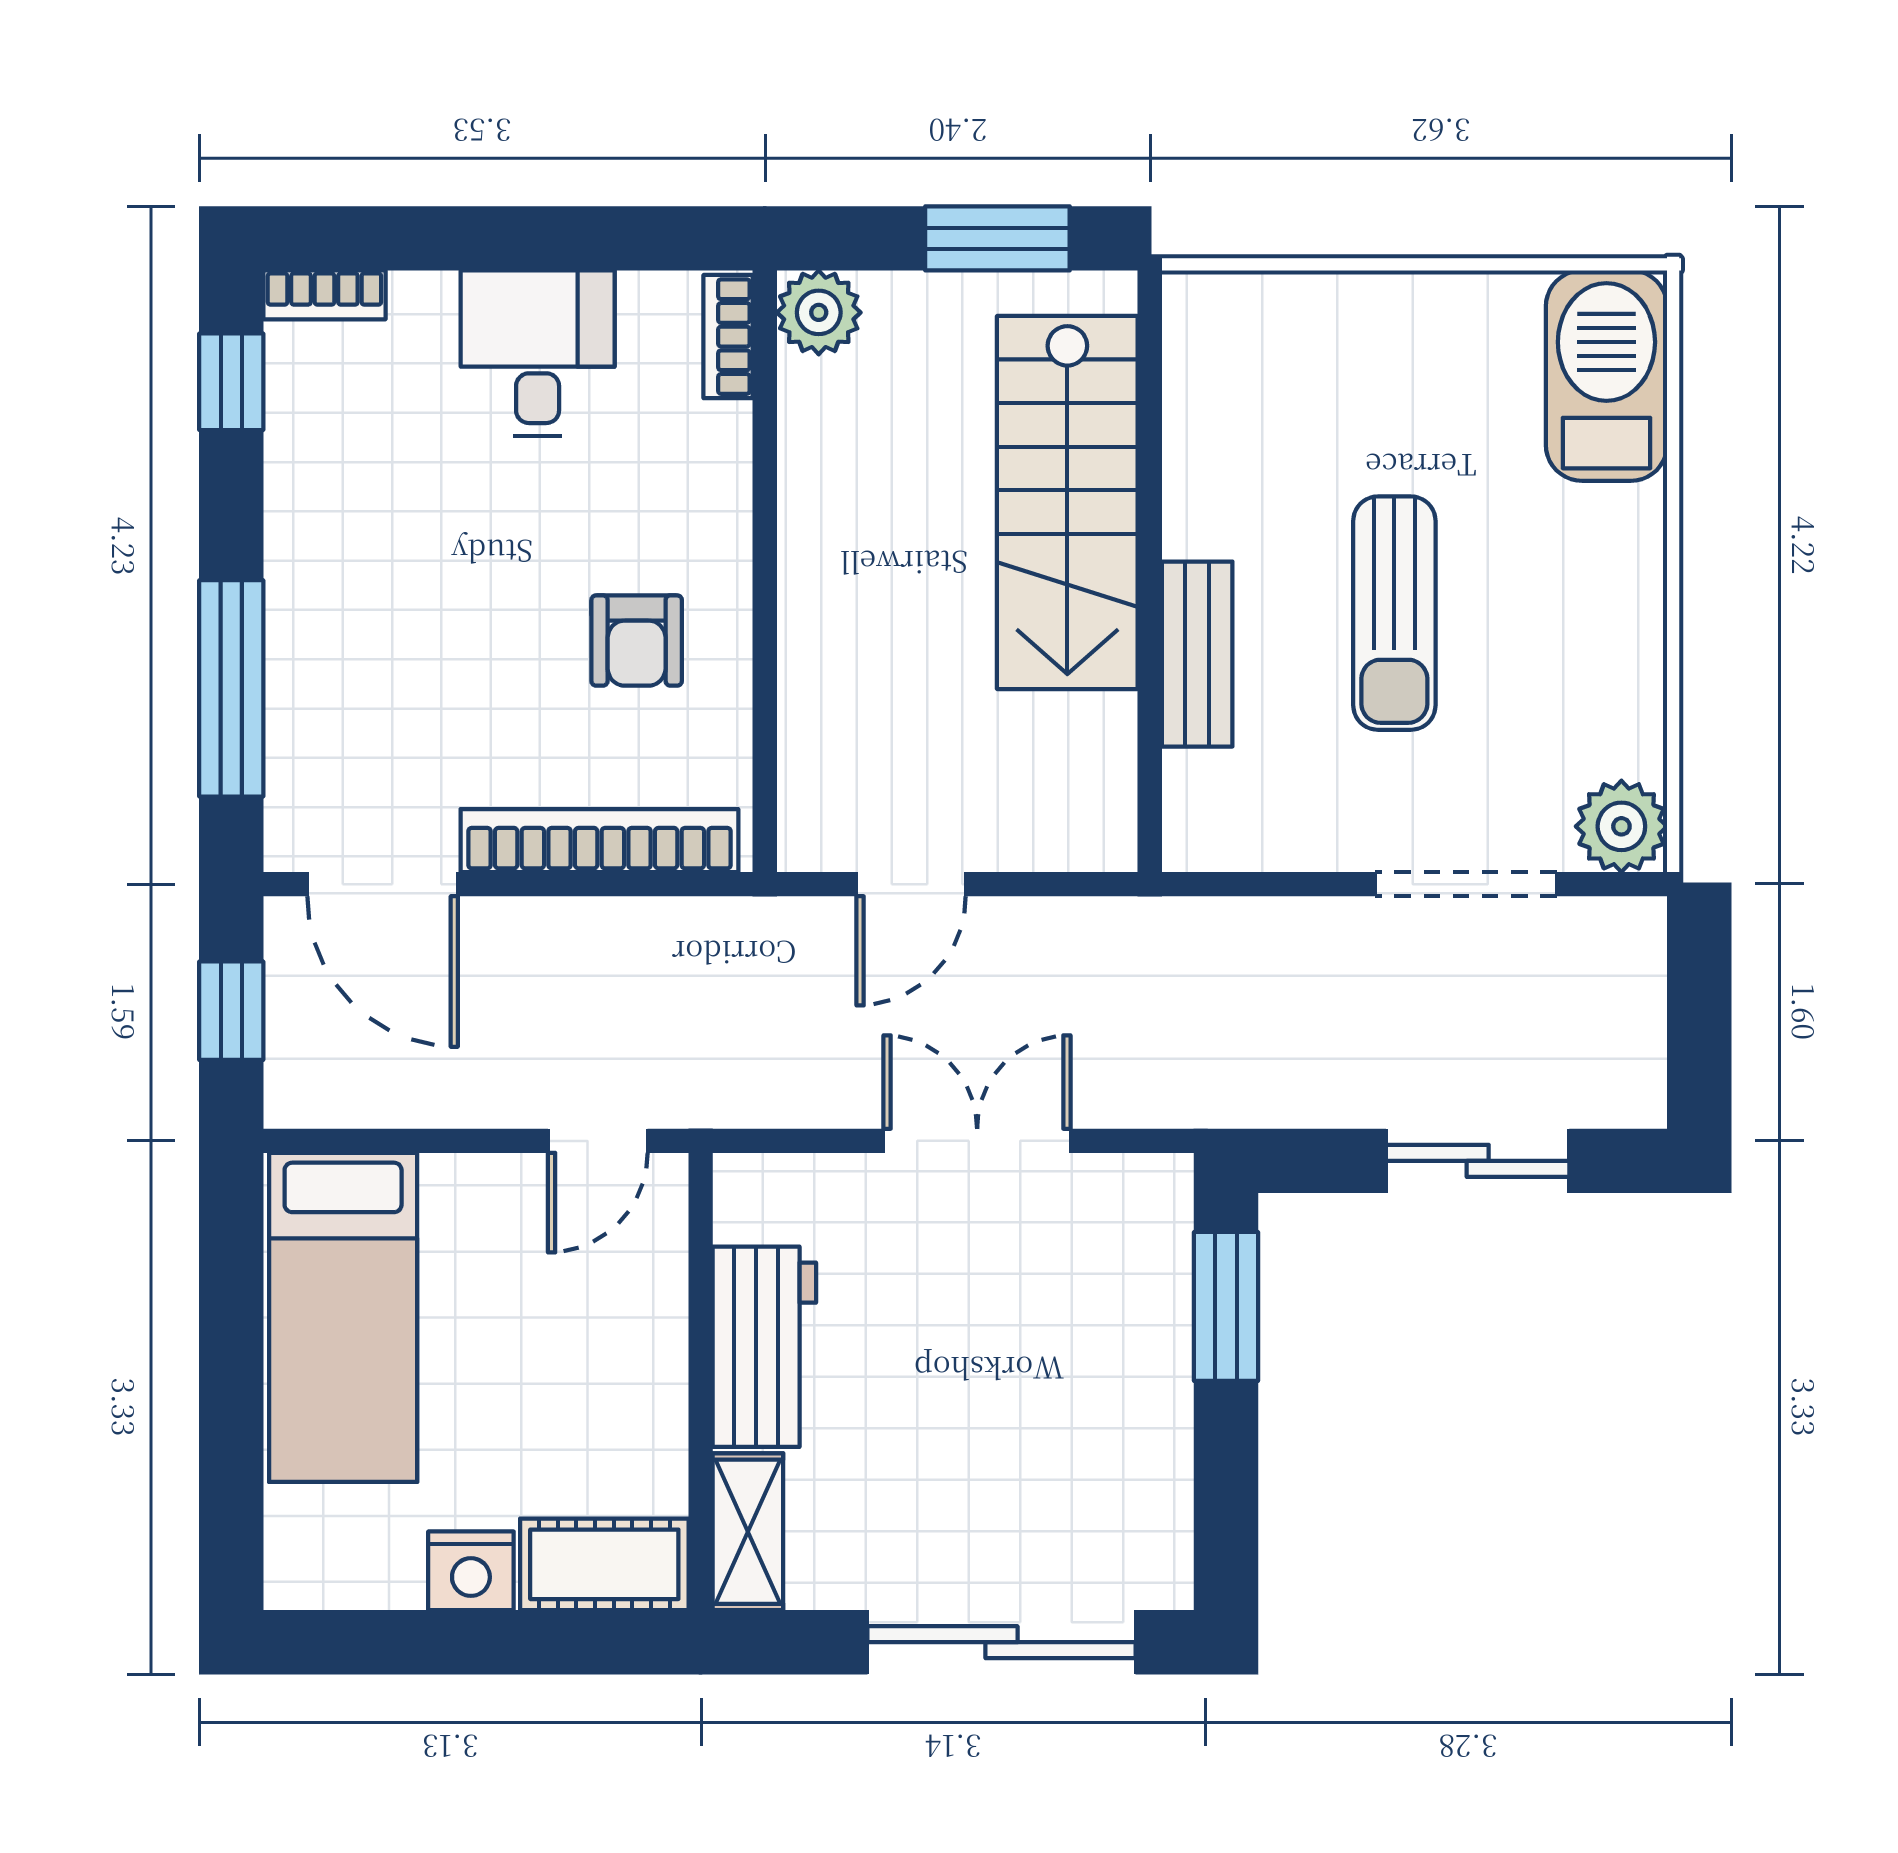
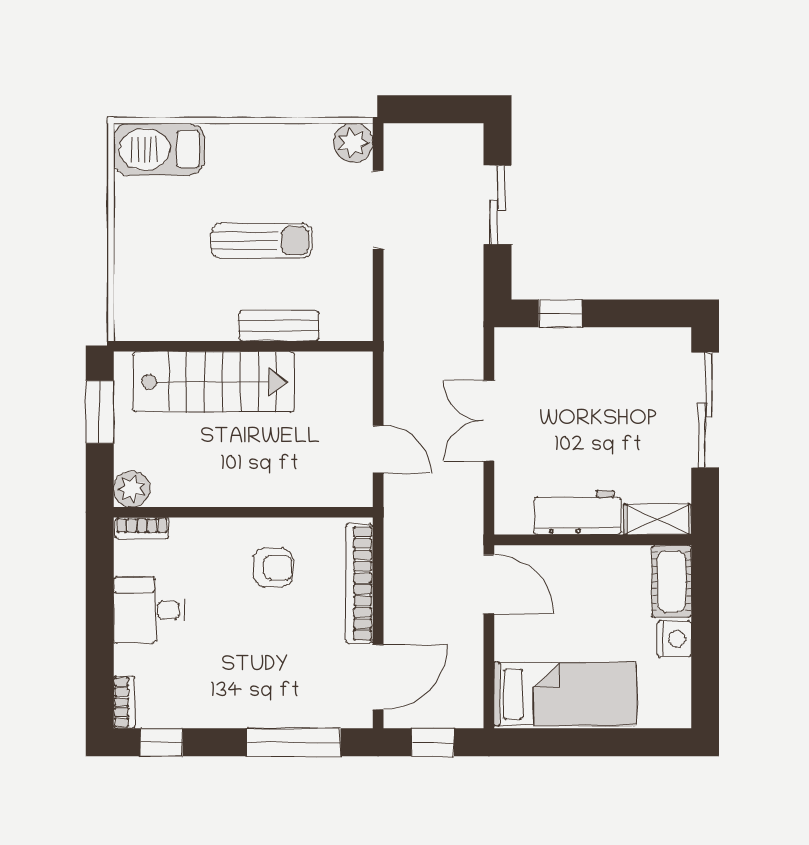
door: (598, 1141) -> (489, 584), width x1.38
window: (1226, 1306) -> (560, 313), width x0.67

